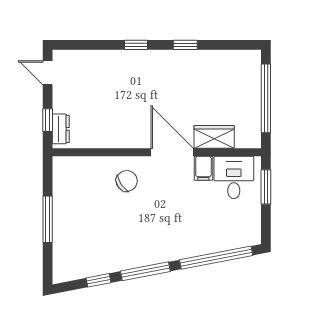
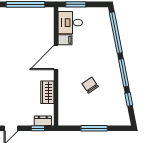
wardrobe: (214, 137) -> (47, 92), moved
chair: (127, 181) -> (90, 85), moved

